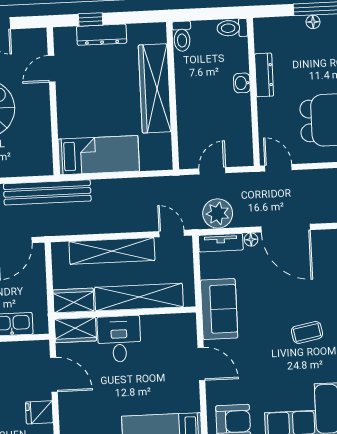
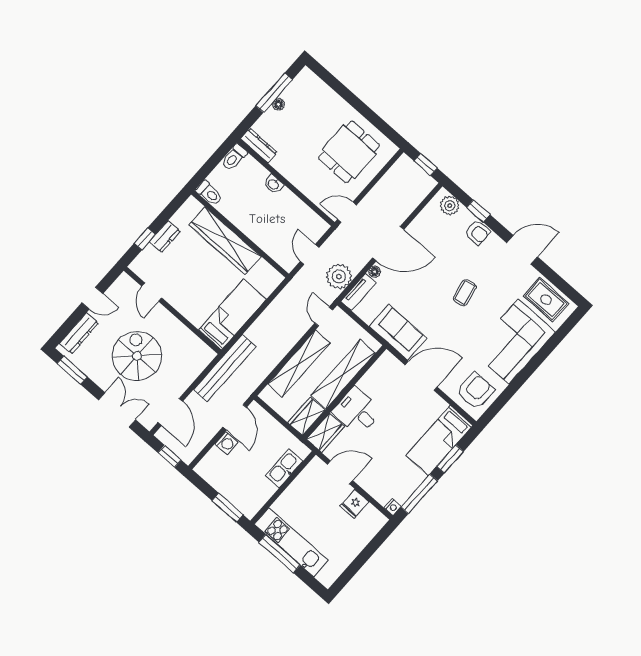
dresser: (102, 35) -> (165, 236), width x0.70
dresser: (264, 75) -> (259, 146), moved
door: (172, 234) -> (324, 317), hinge flipped
door: (201, 364) -> (421, 376), width x1.36

